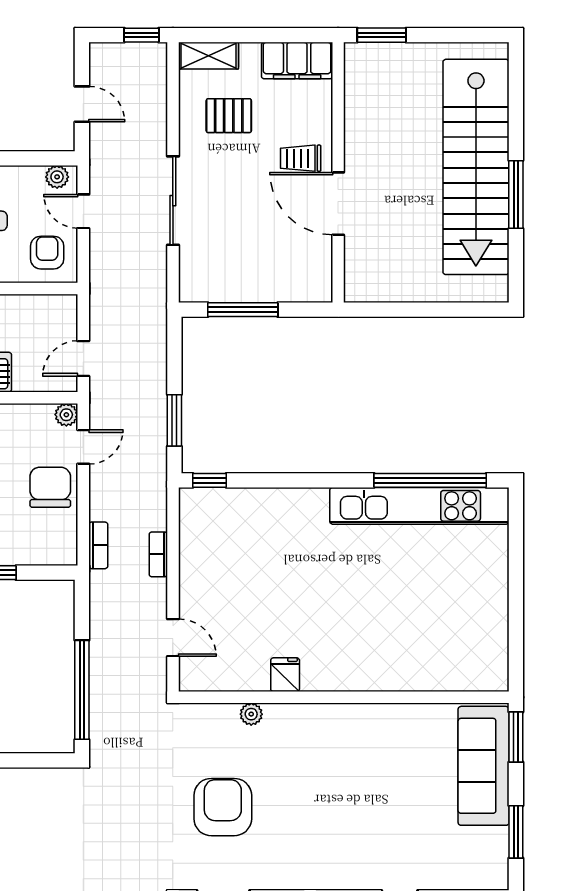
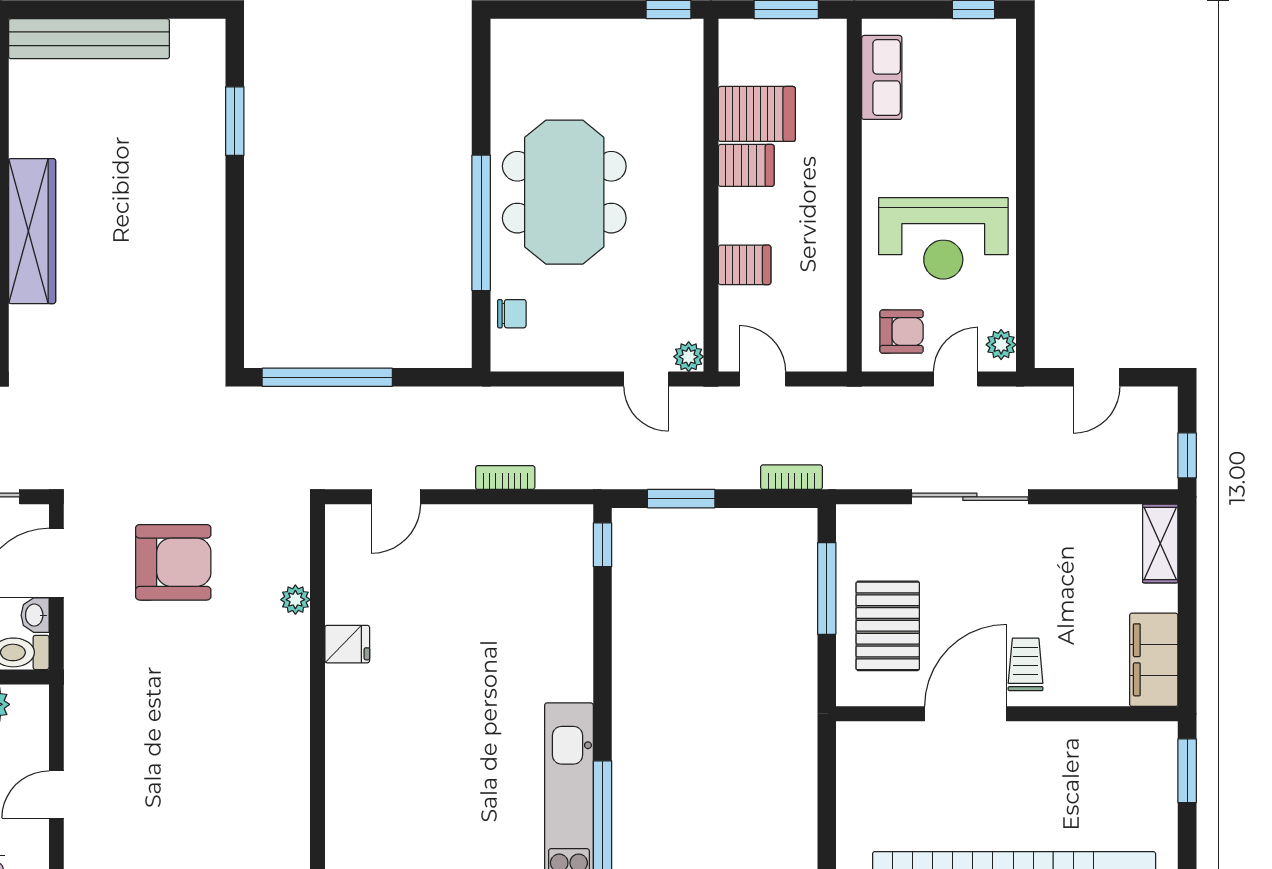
pallet: (229, 116) -> (888, 626), moved, width x1.50, depth x1.42
chair: (50, 487) -> (512, 314), moved, width x0.54, depth x0.54
bookcase: (98, 545) -> (791, 477), moved, turned 180

